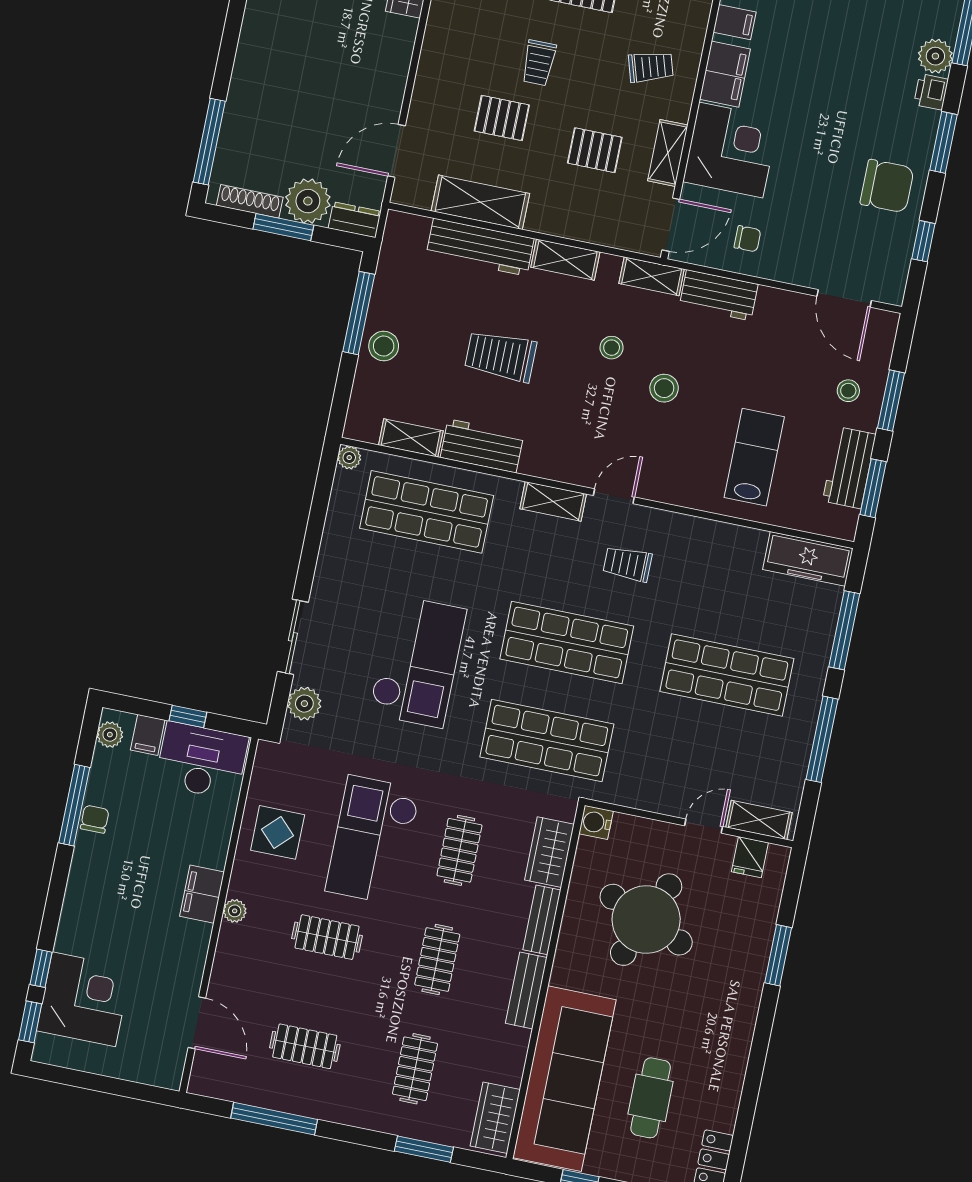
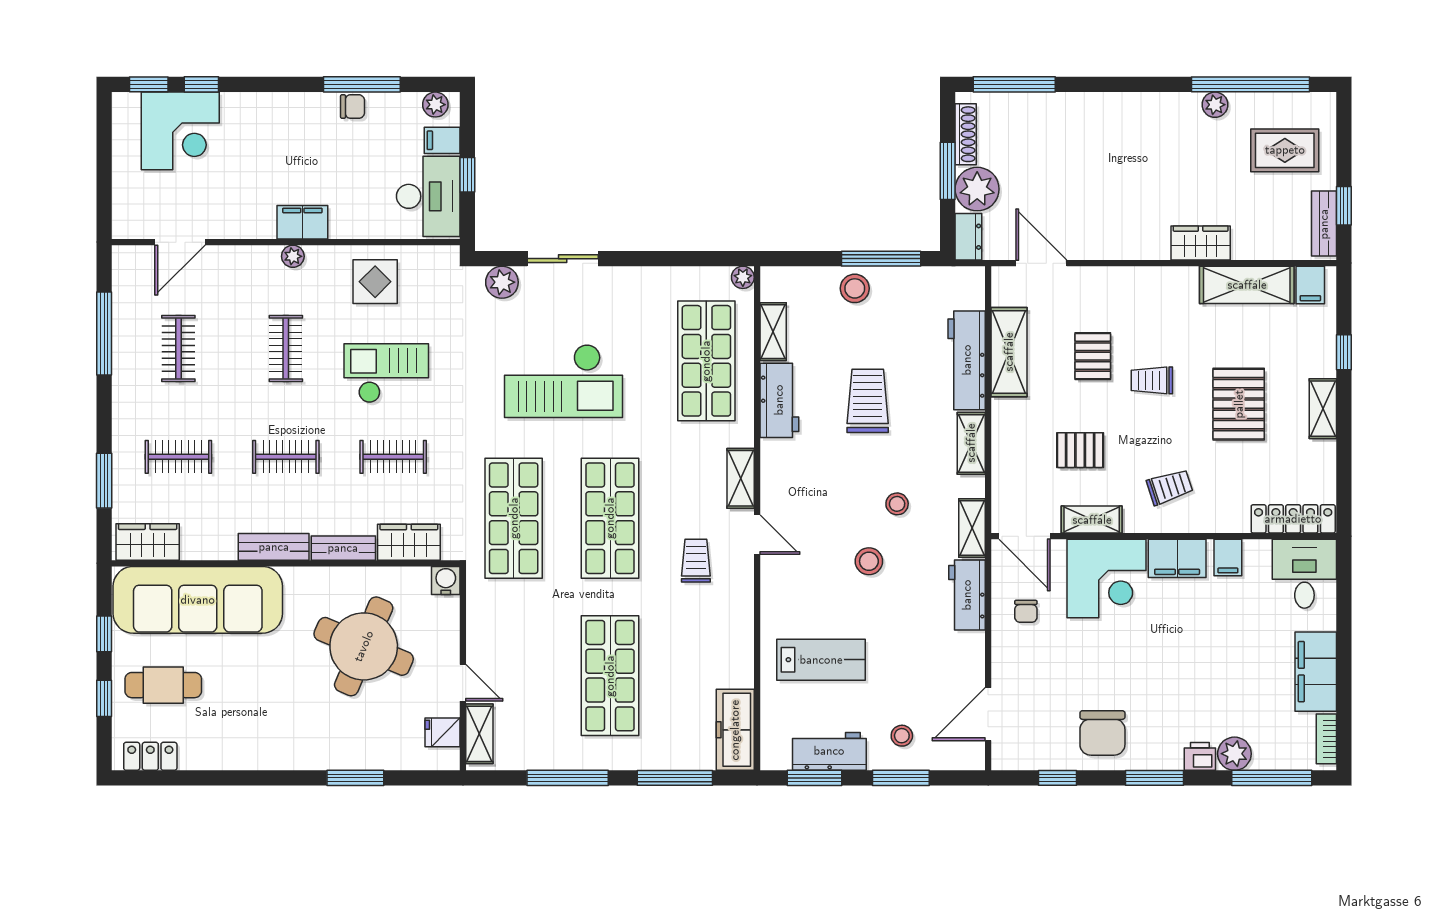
trolley: (651, 67) -> (1170, 487), turned -91
pallet: (595, 150) -> (1080, 450), turned 90
checkout: (373, 840) -> (386, 373), width x0.73, depth x0.83
cafe table: (651, 1098) -> (163, 685), moved

